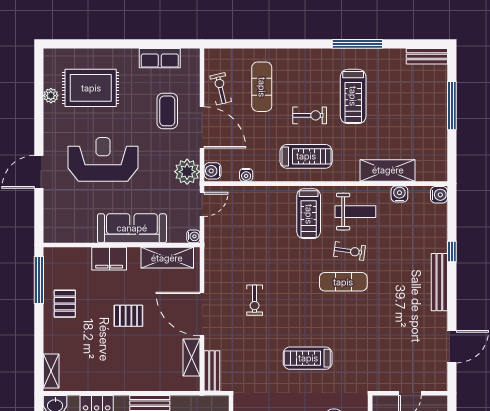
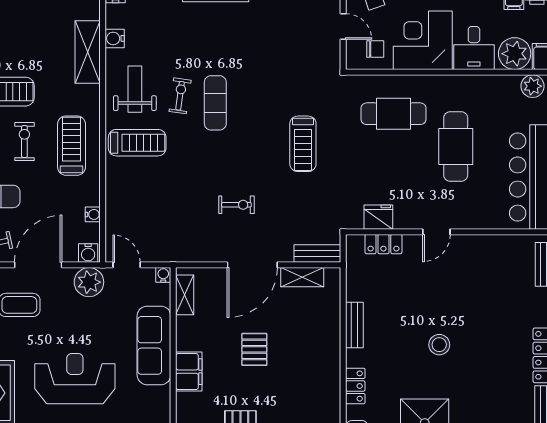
reception desk: (103, 159) -> (75, 379), turned 90
shelving: (167, 258) -> (185, 295), width x0.67, depth x0.75

